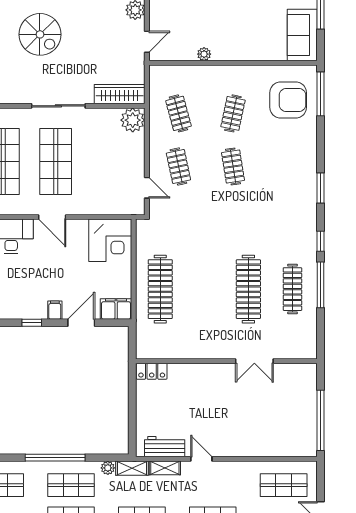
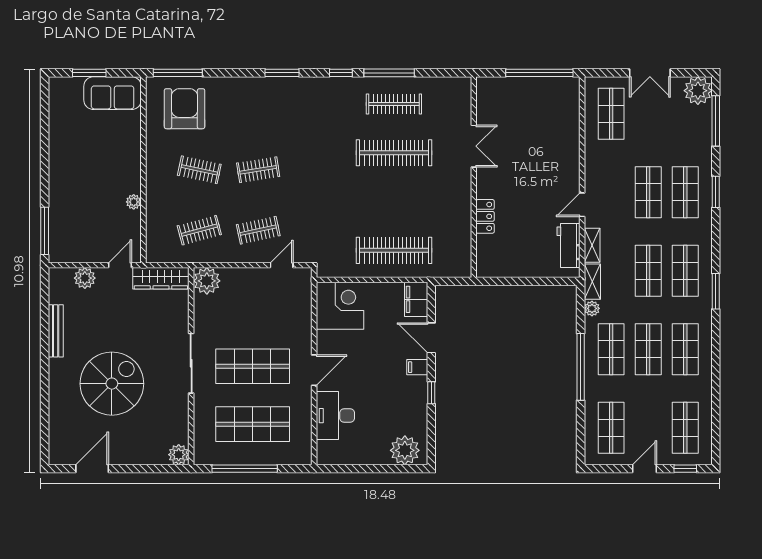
spiral stairs: (40, 34) -> (112, 384), width x1.37, depth x1.37
door: (147, 42) -> (120, 265), hinge flipped
wardrobe: (120, 94) -> (161, 278), moved, turned -90
locker: (152, 371) -> (485, 216), moved

